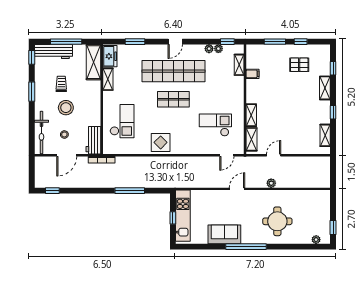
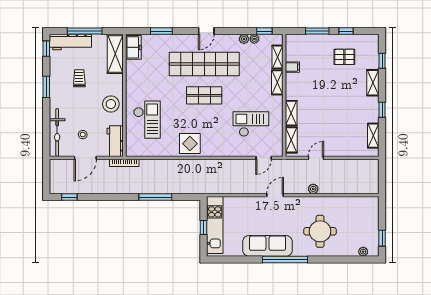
shelving: (108, 79) -> (277, 82), moved
stool: (66, 108) -> (111, 104), moved
sofa: (224, 234) -> (267, 246), width x1.36

